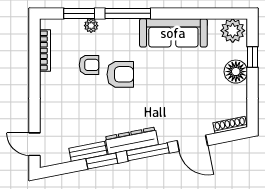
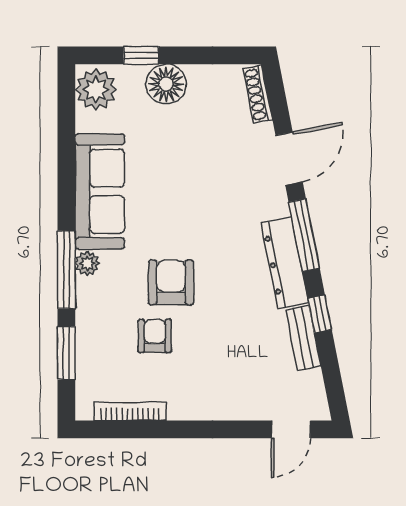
plant: (91, 26) -> (87, 263), moved
window: (102, 161) -> (320, 314), width x0.67

